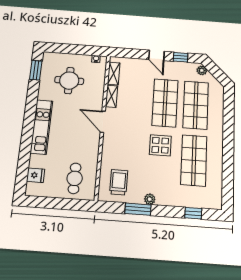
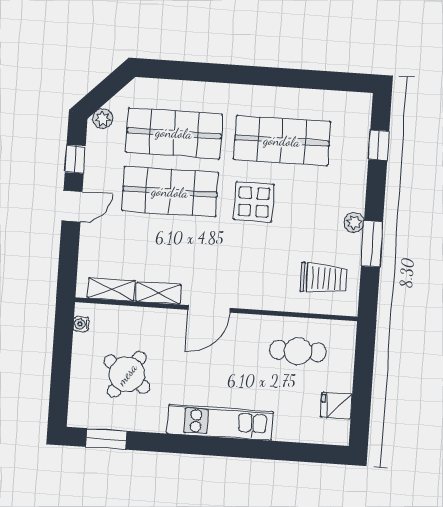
round table: (69, 81) -> (127, 374), turned 34
fridge: (36, 175) -> (336, 406), moved, turned -90
cafe table: (75, 178) -> (298, 351), moved
trolley: (119, 182) -> (324, 278), turned 180

